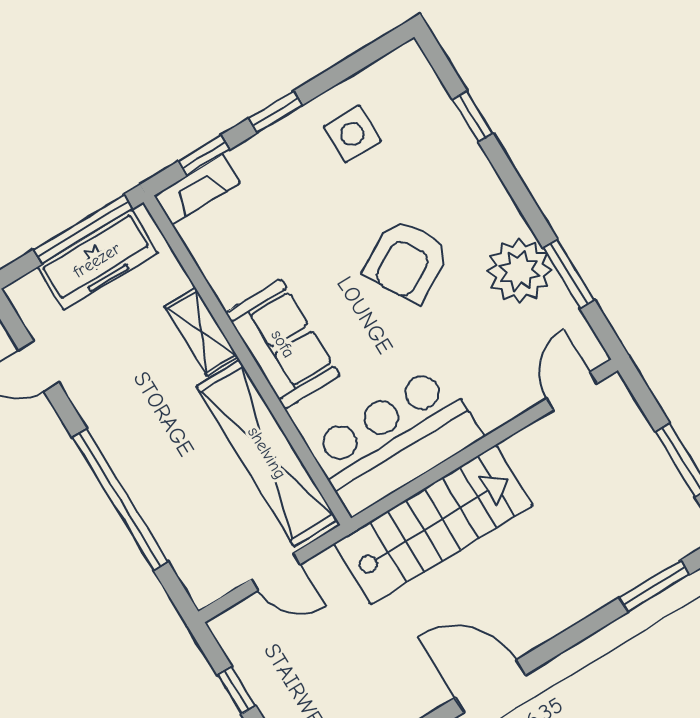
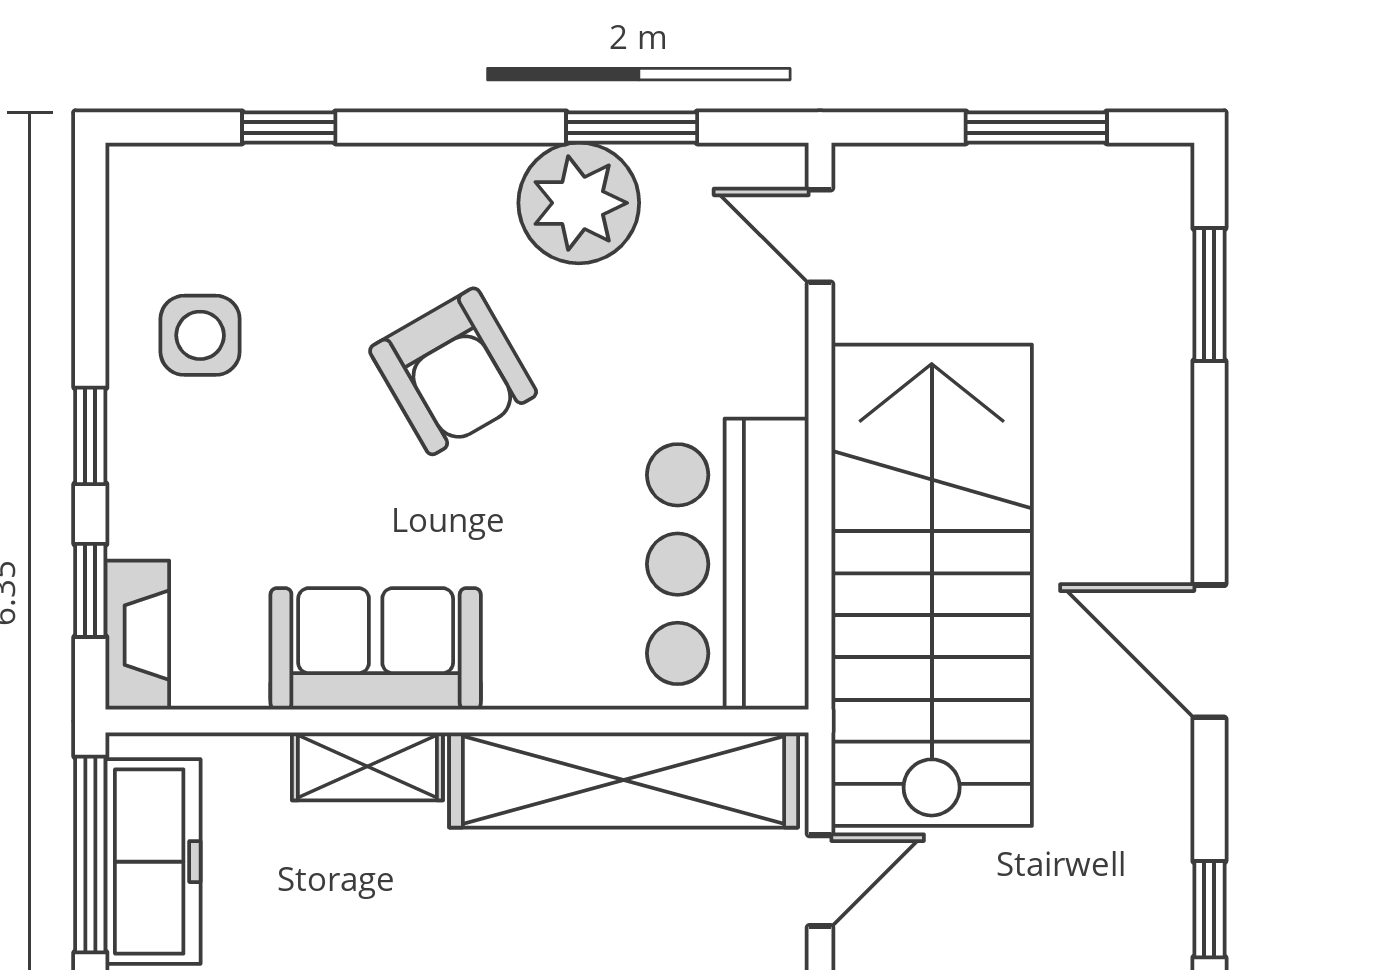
sofa: (283, 344) -> (376, 649), moved
stairs: (433, 525) -> (932, 585), width x1.36, depth x1.51
door: (490, 686) -> (1209, 651), hinge flipped

